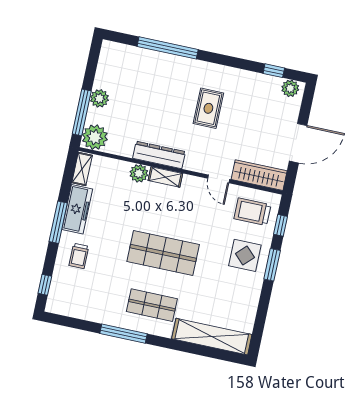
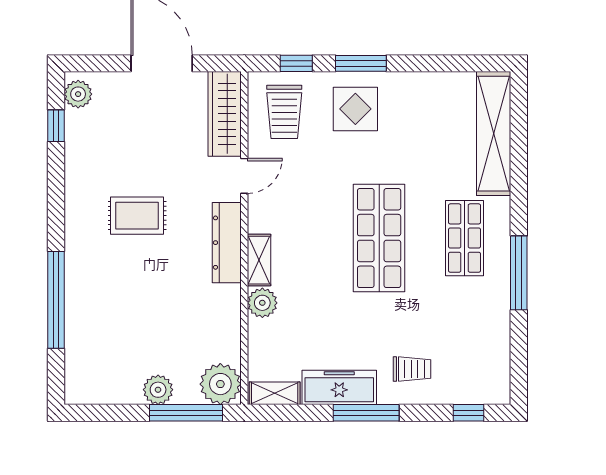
dresser: (159, 155) -> (227, 243), moved

